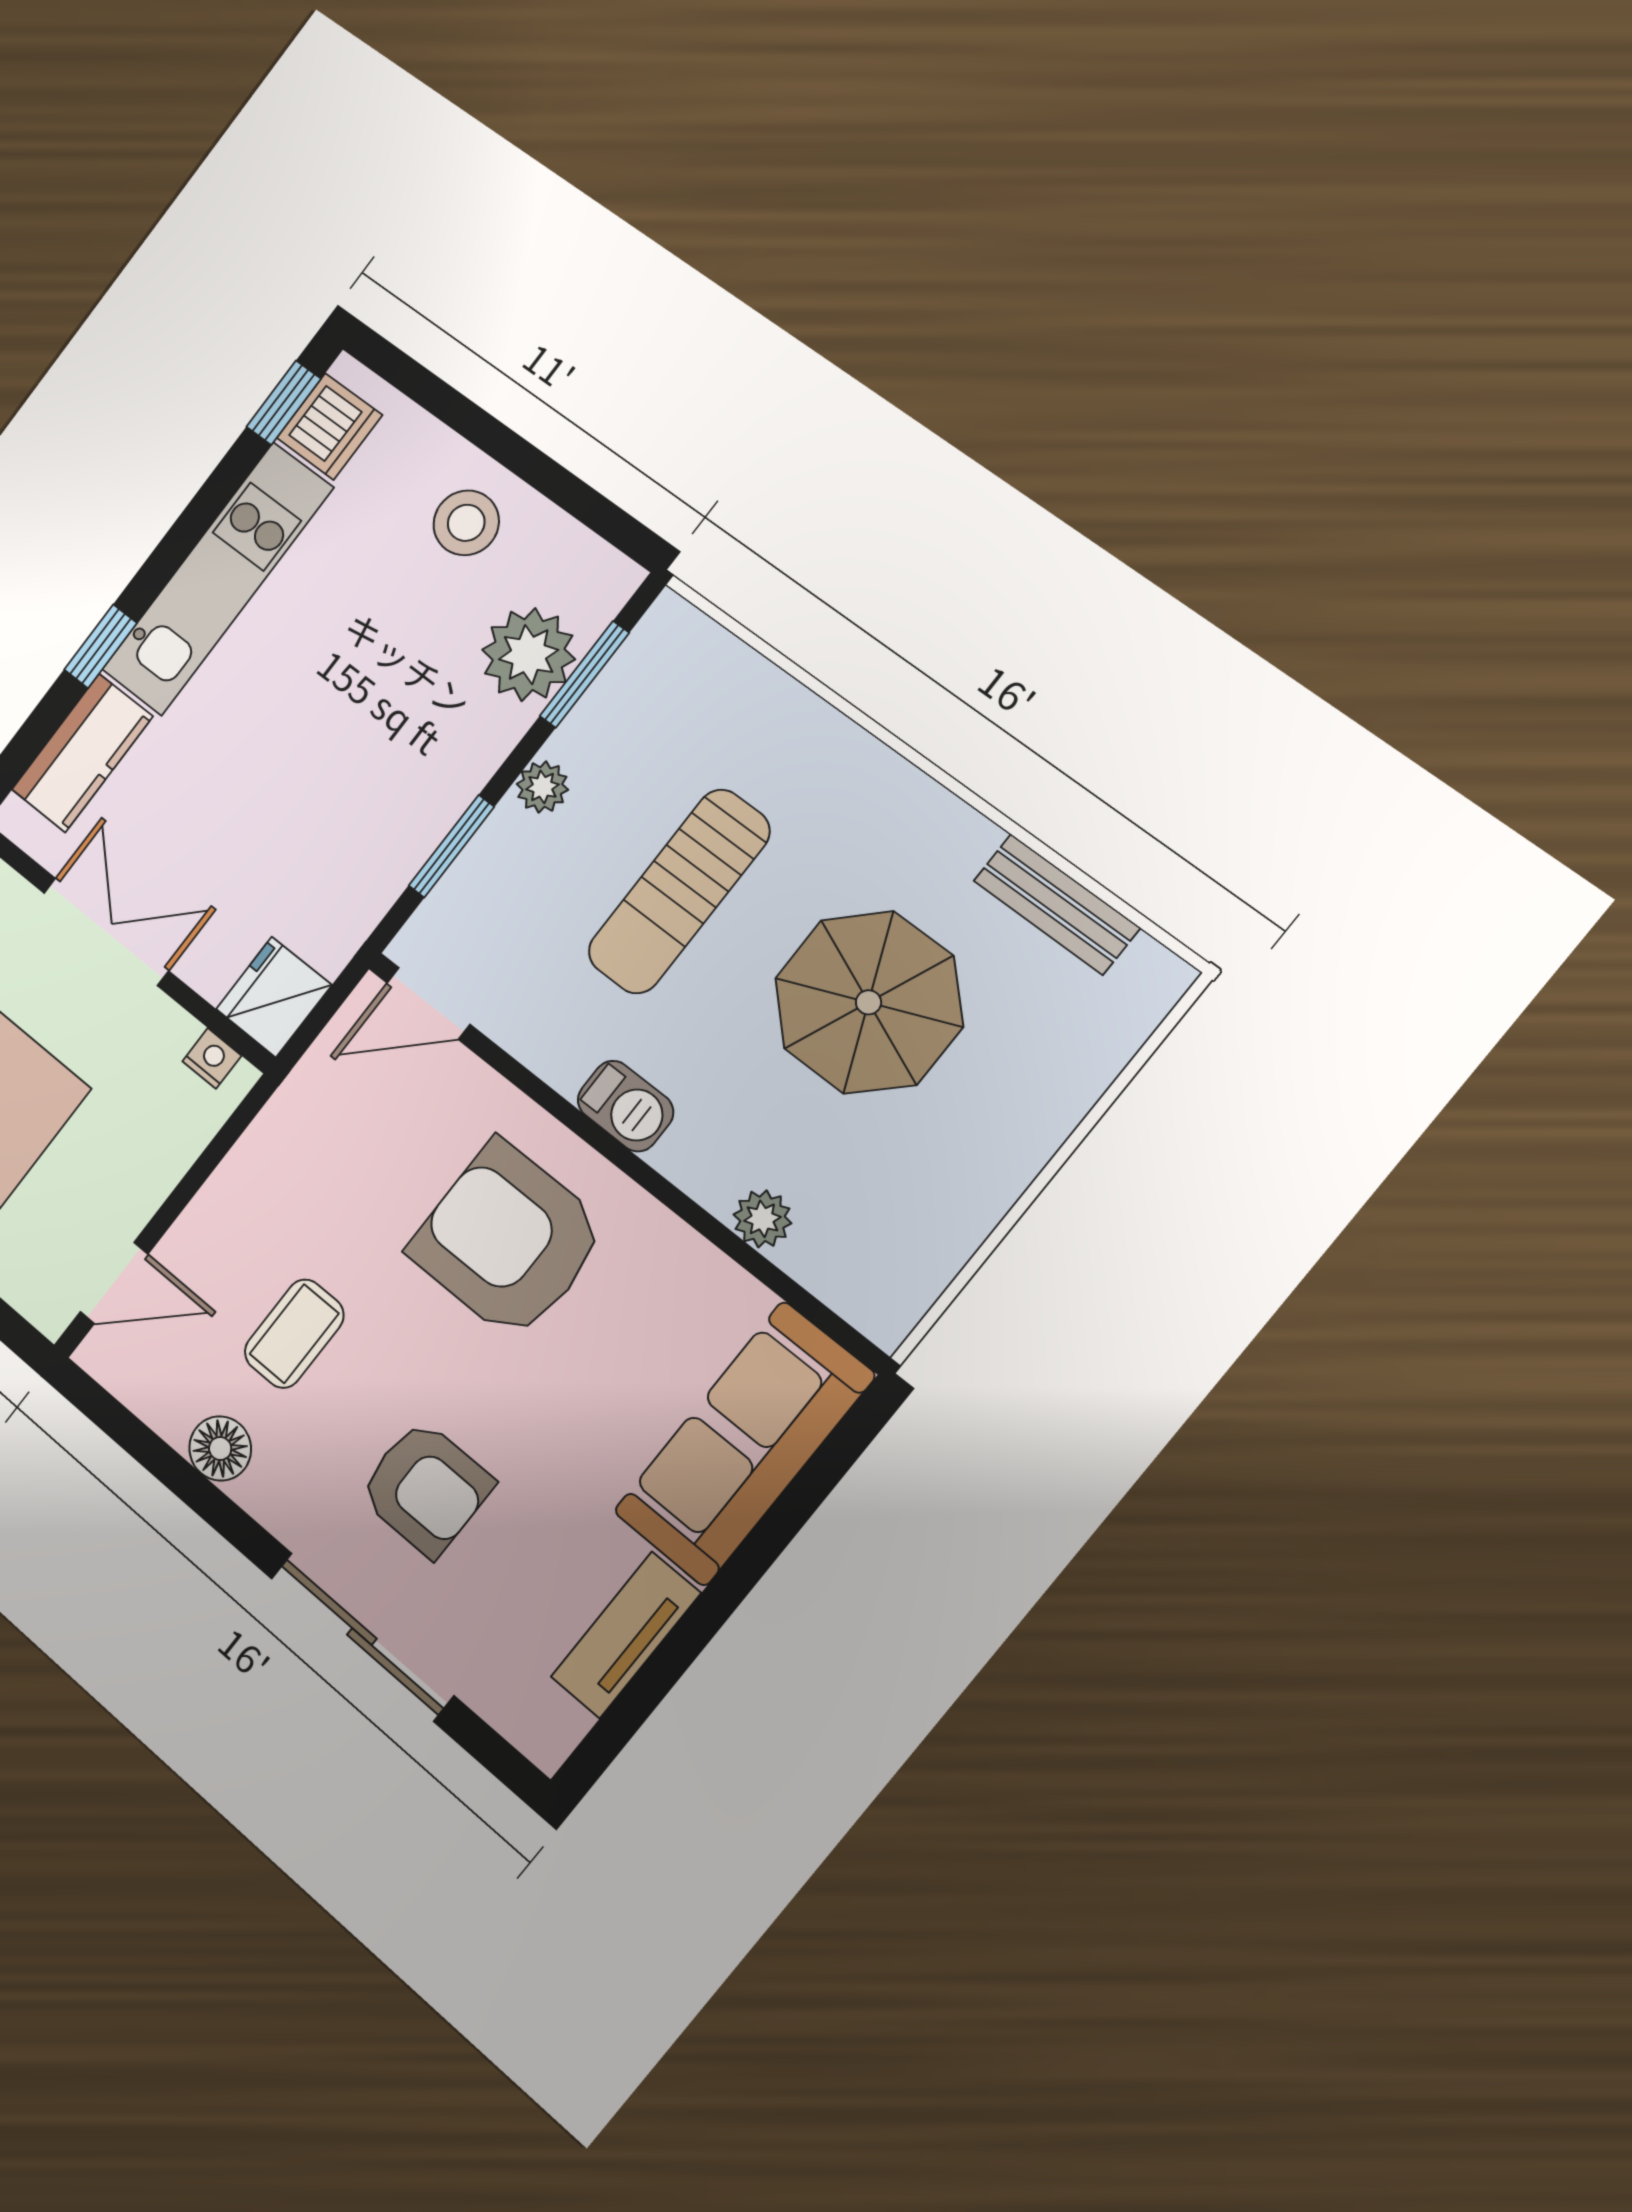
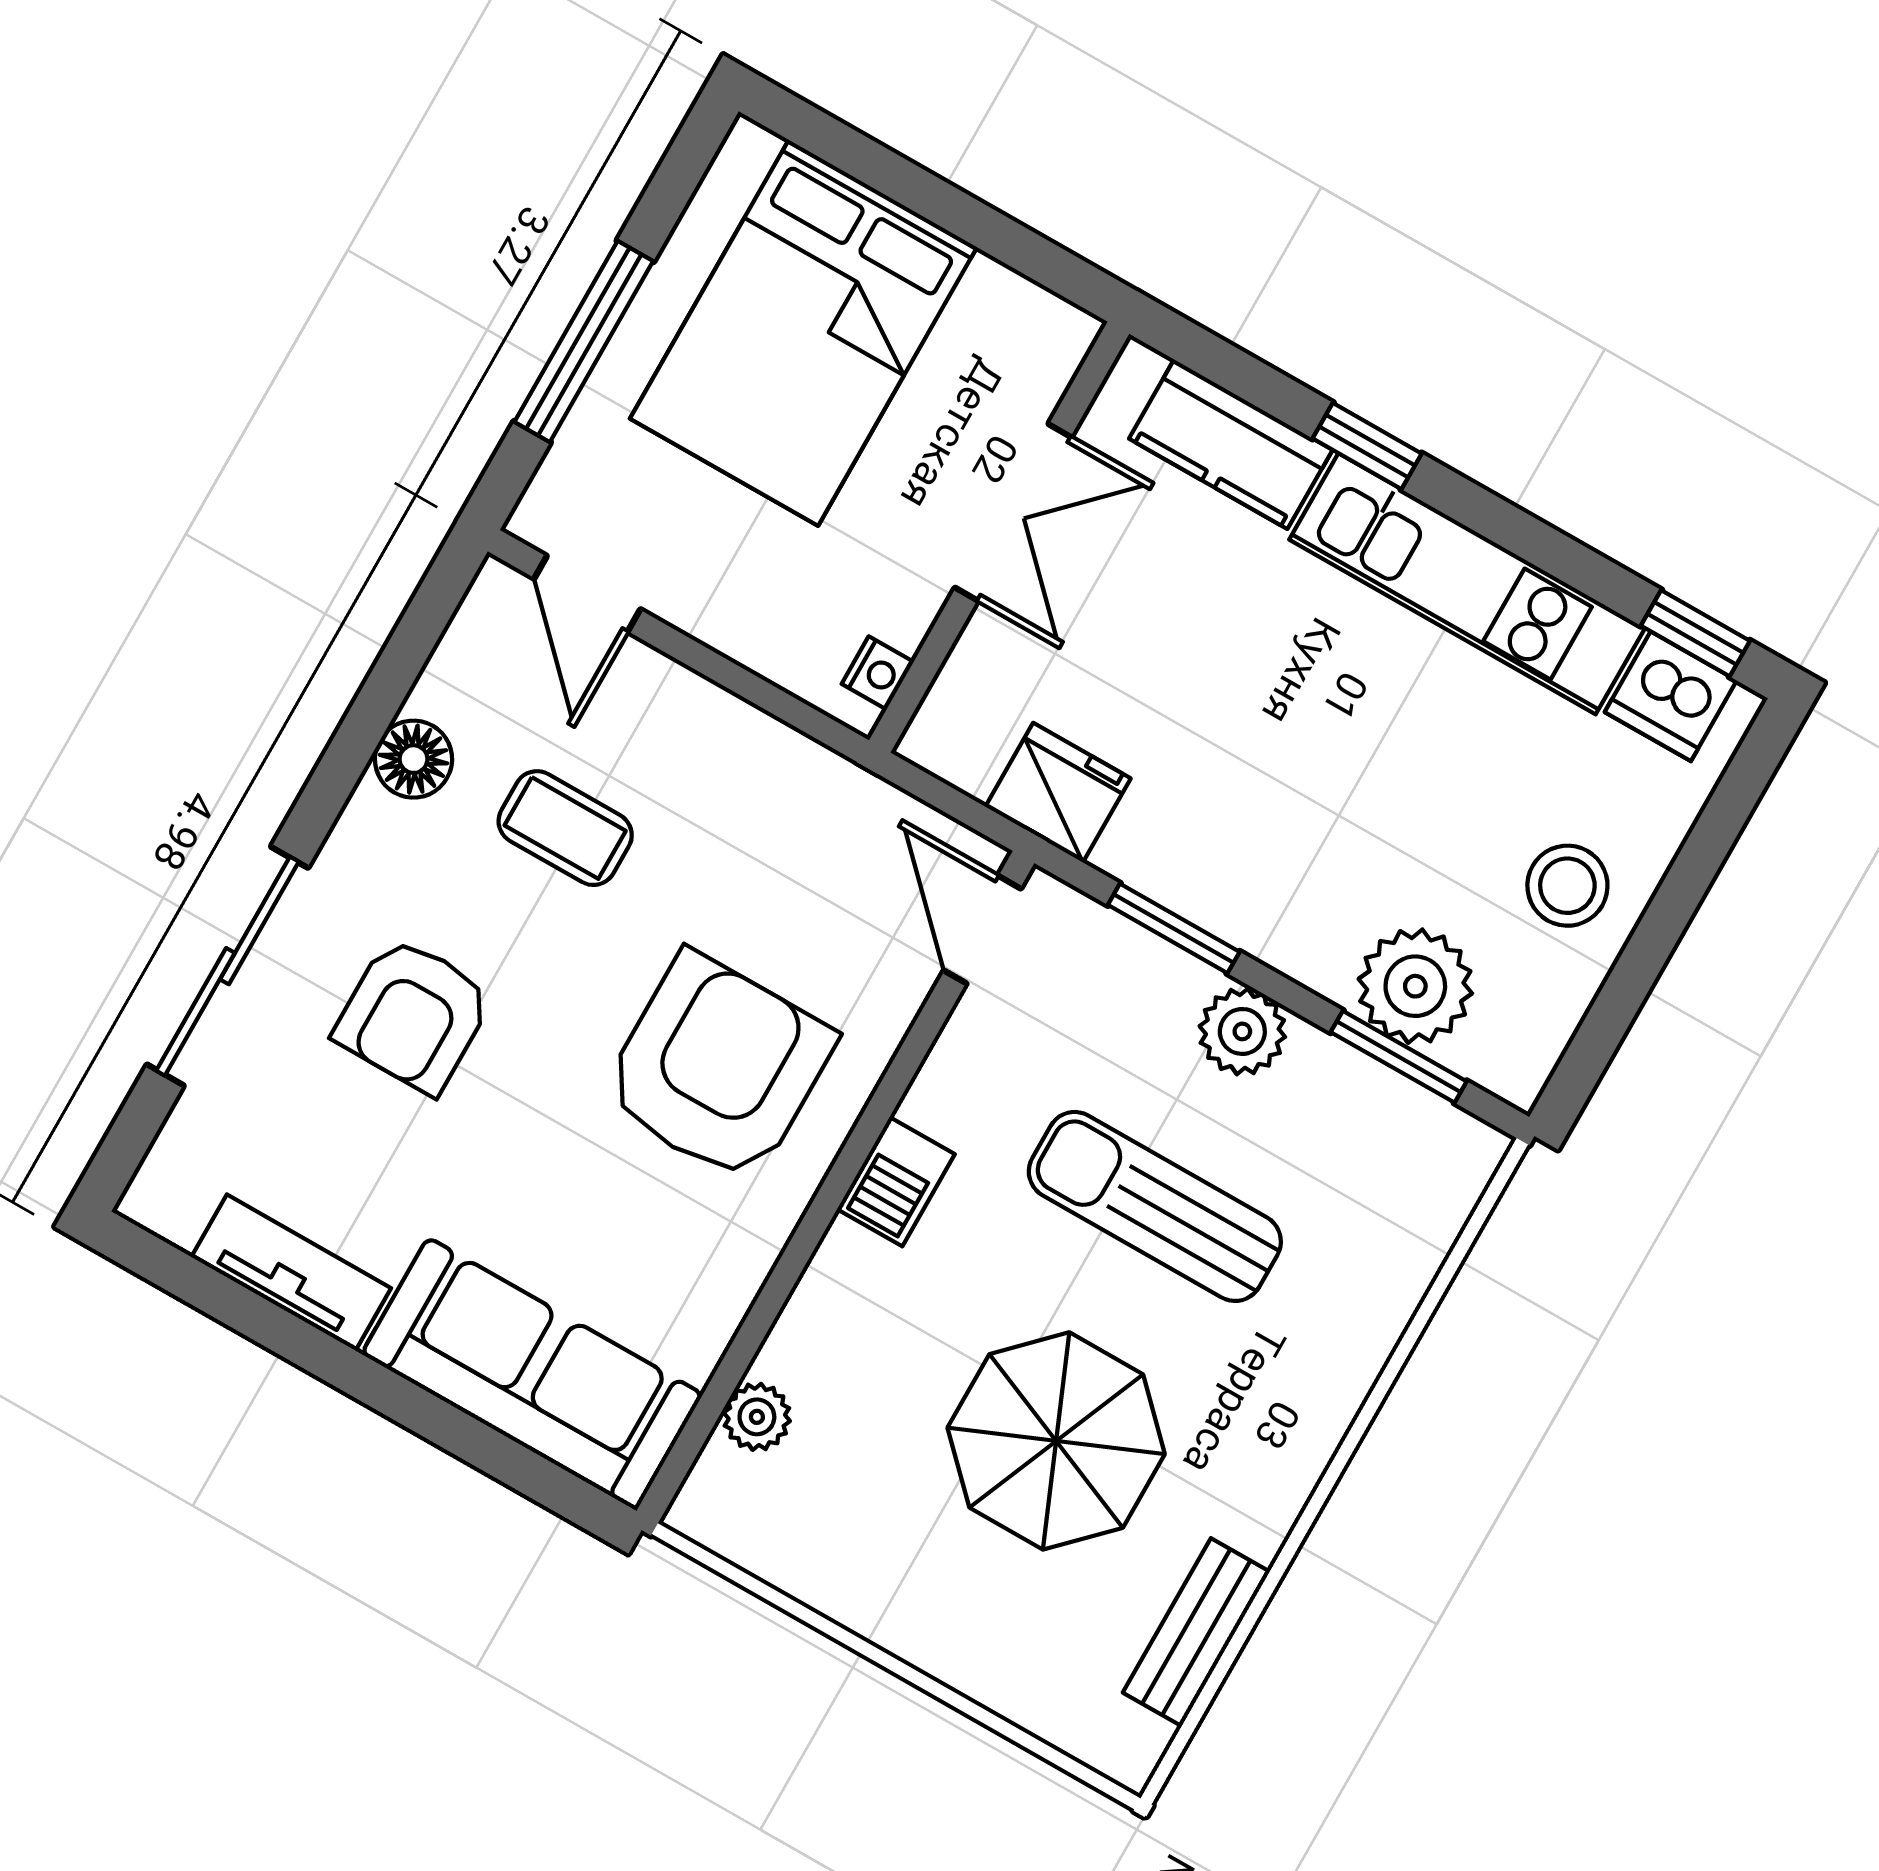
plant: (542, 787) -> (1242, 1031), width x1.38, depth x1.38
fridge: (274, 997) -> (1058, 793), moved
plant: (762, 1219) -> (757, 1417), moved

